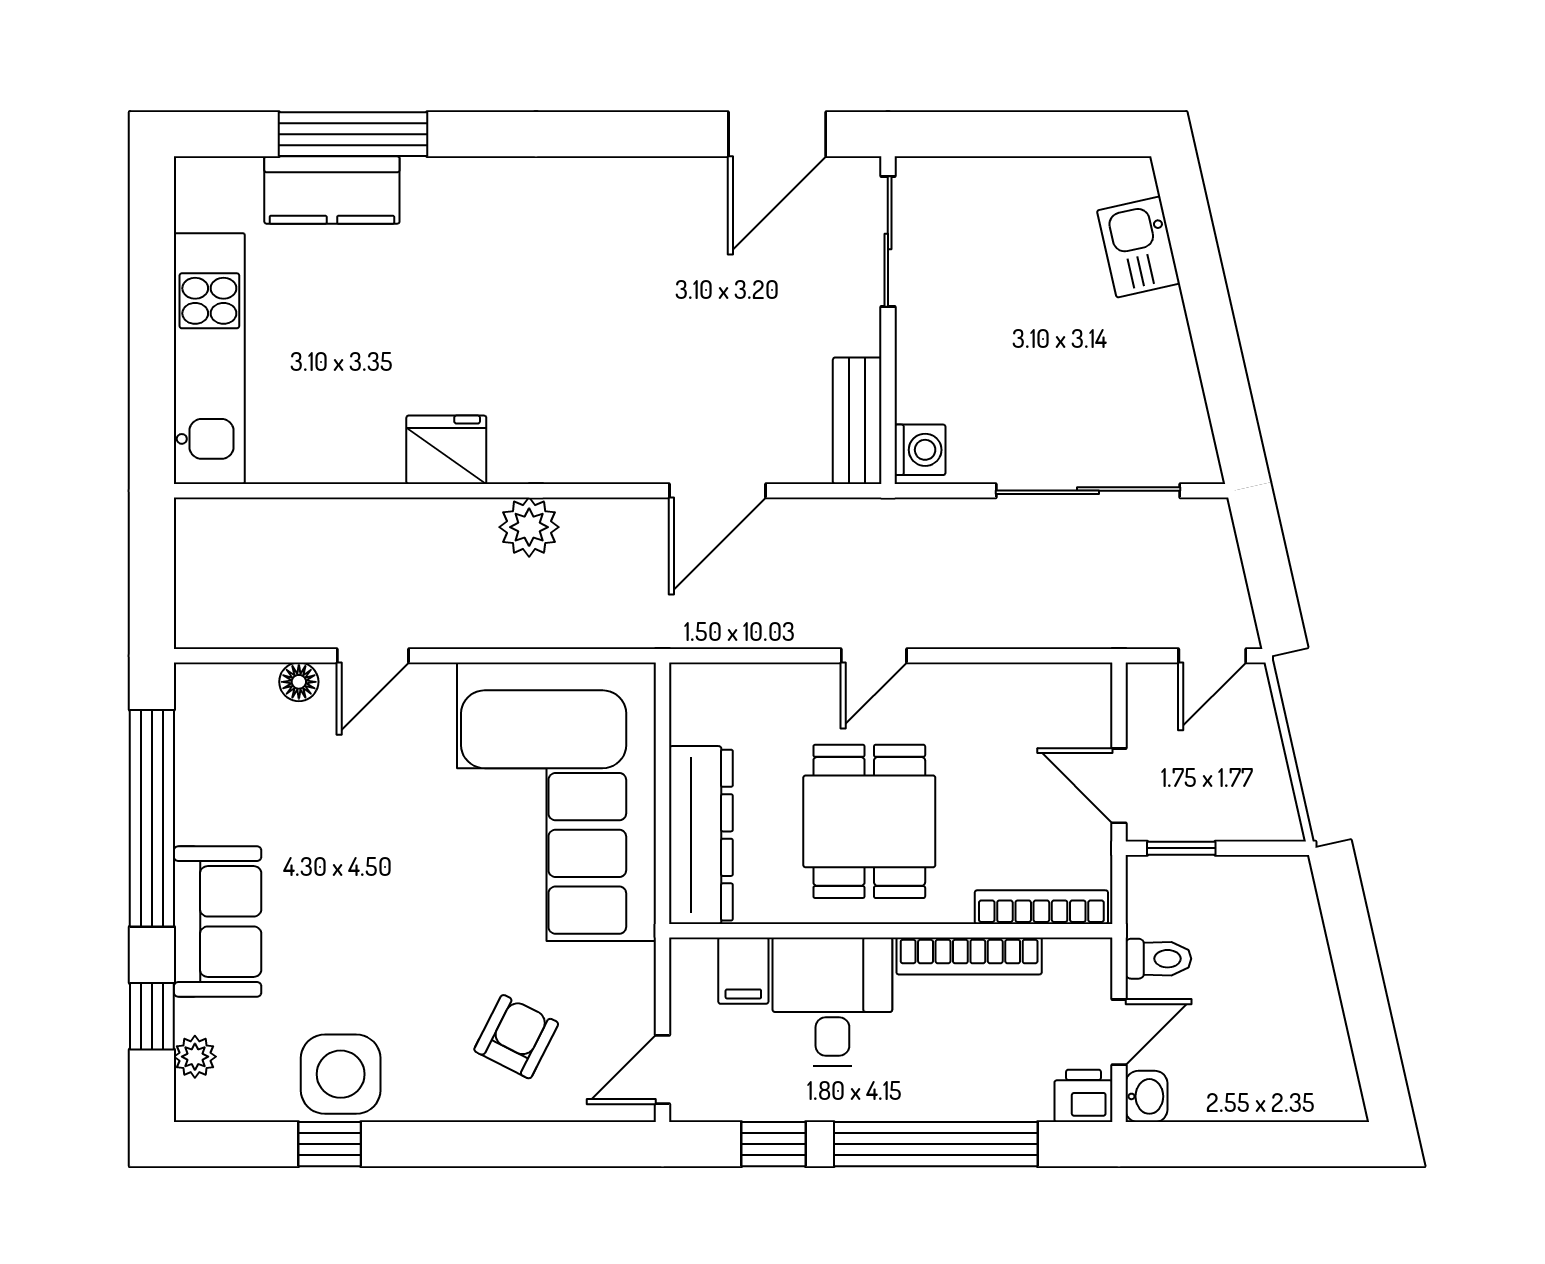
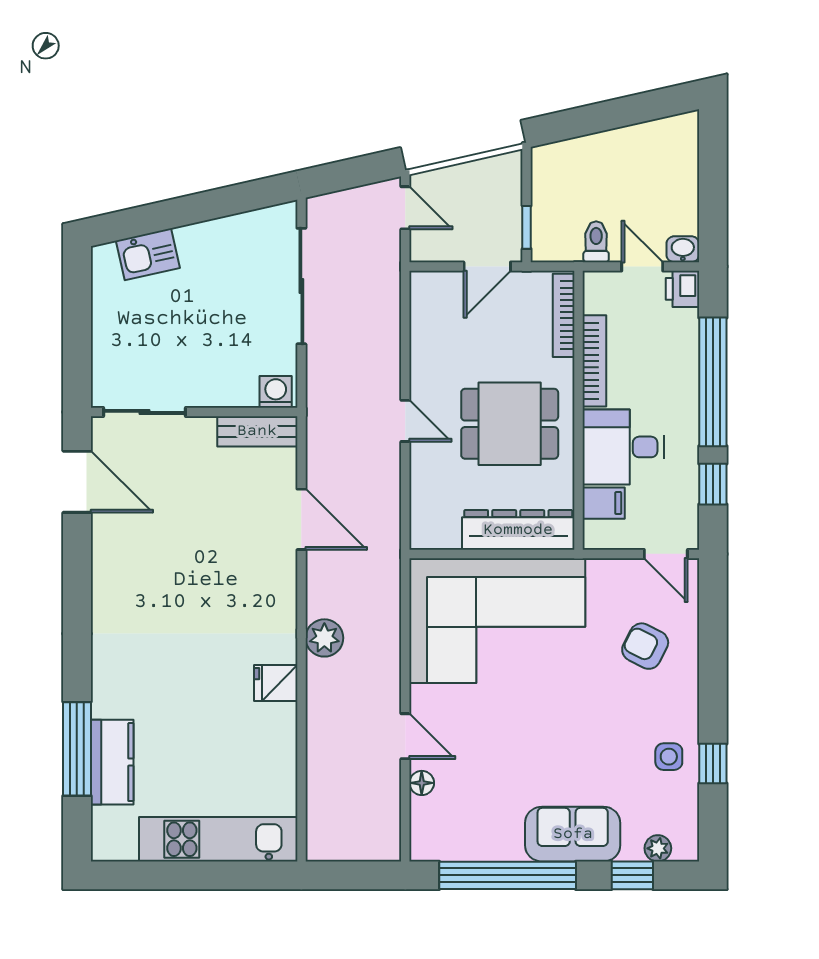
fridge: (446, 450) -> (276, 683), width x0.72
side table: (341, 1074) -> (669, 757), width x0.54, depth x0.54

